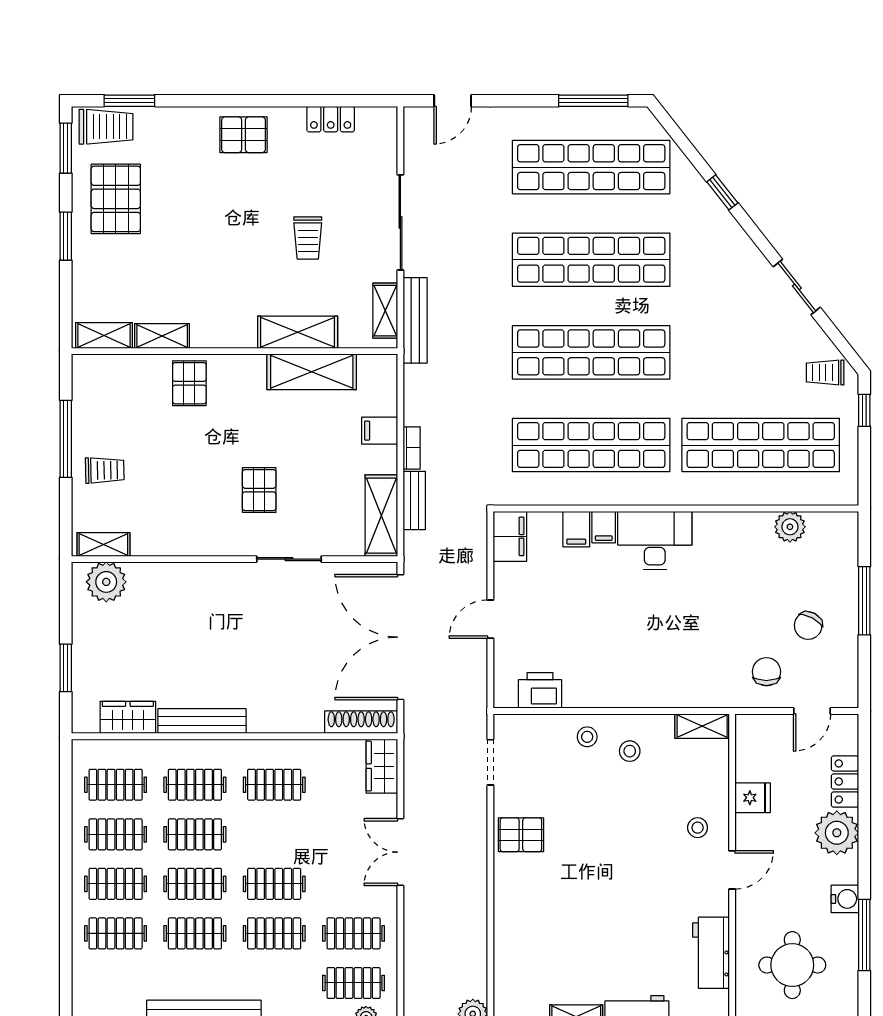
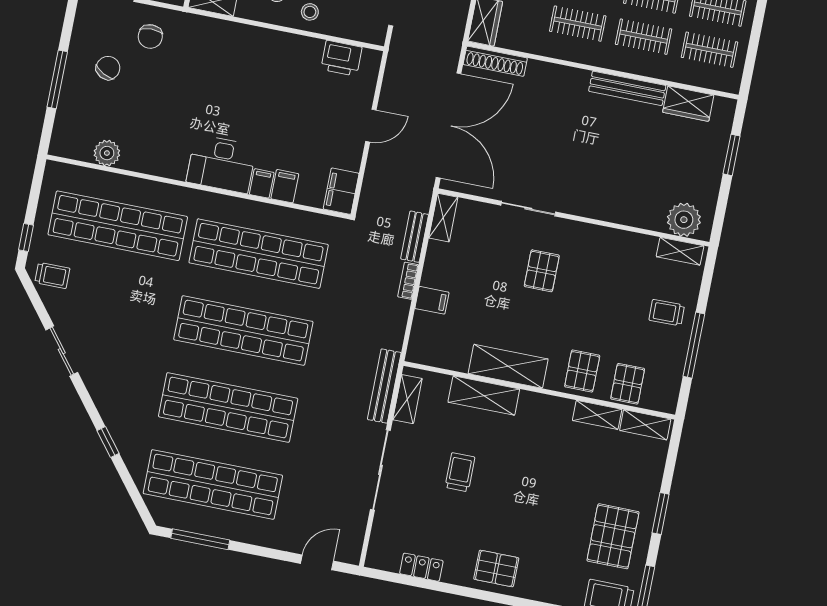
shelving: (312, 372) -> (508, 366), moved
pallet: (134, 379) -> (628, 384), added
shelving: (381, 516) -> (443, 218), width x0.67, depth x0.75

